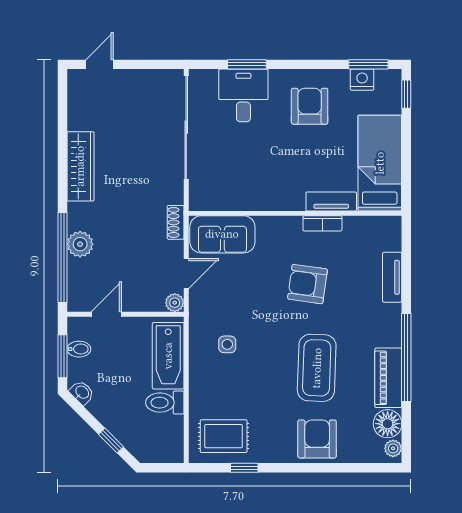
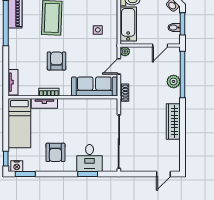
nightstand: (362, 80) -> (17, 166), moved
sofa: (222, 234) -> (94, 86), width x1.36
tv unit: (392, 277) -> (13, 82), moved
armchair: (307, 284) -> (57, 61), turned -98

